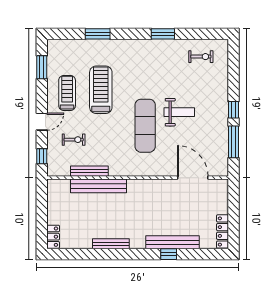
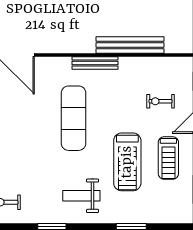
weight bench: (179, 112) -> (81, 196), moved
bench: (89, 171) -> (95, 63), moved

